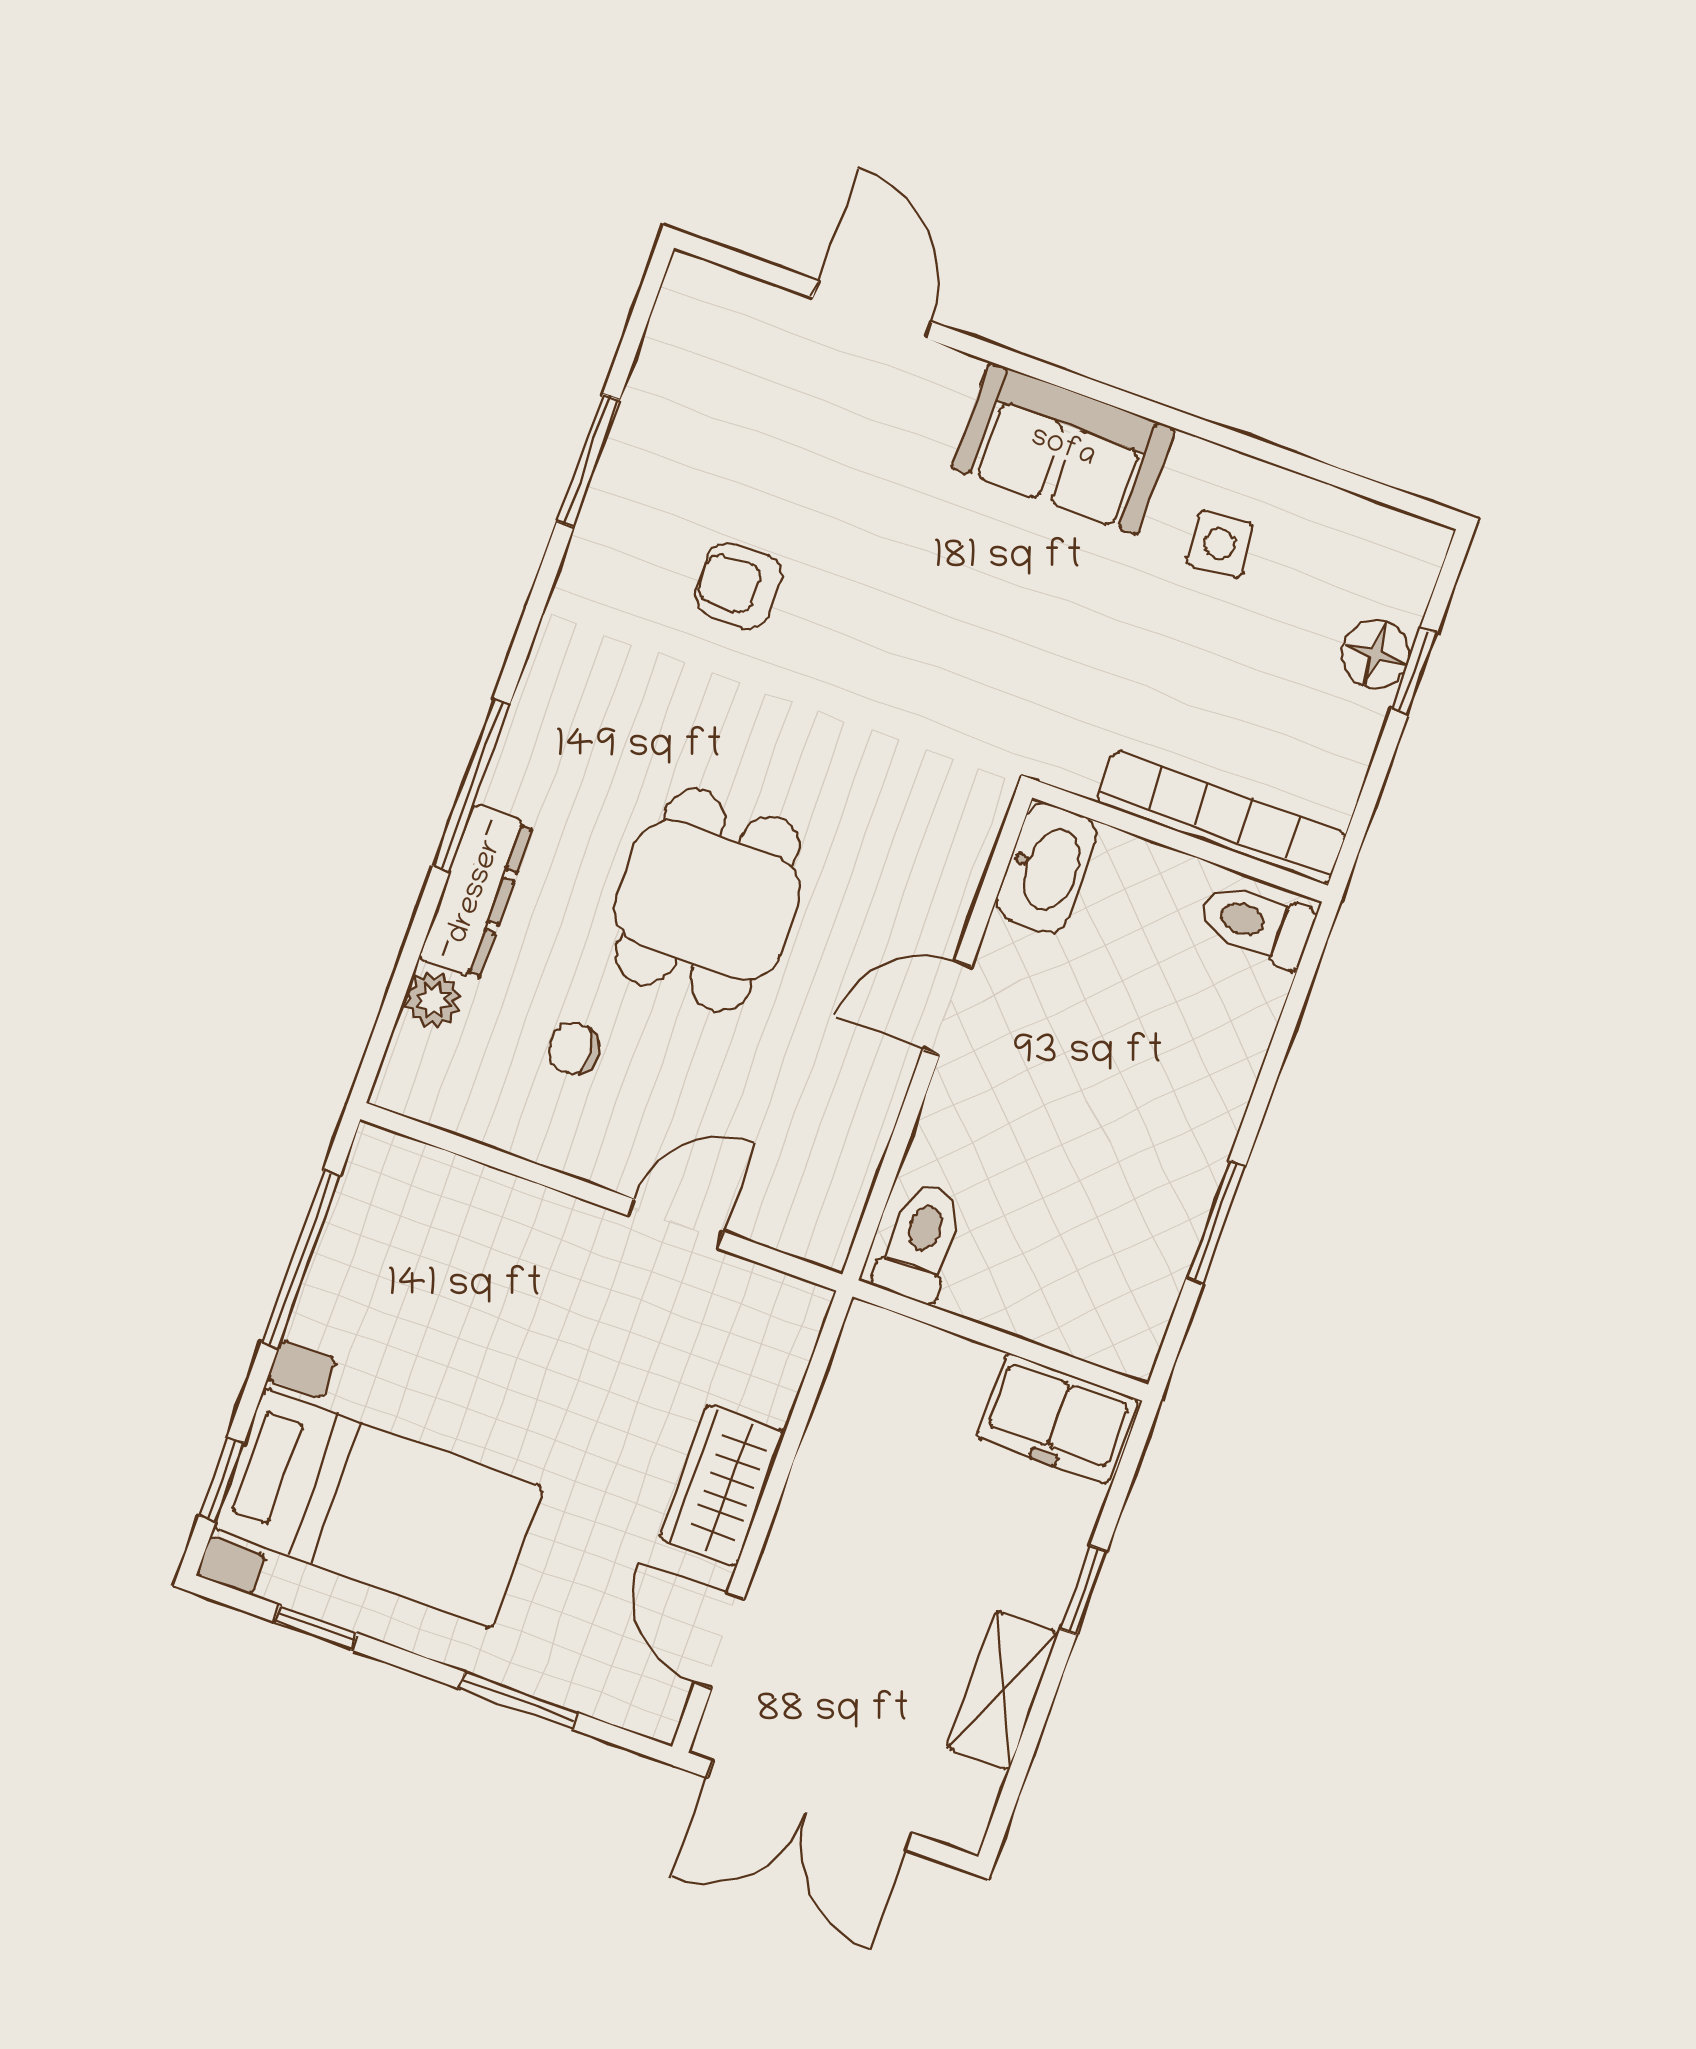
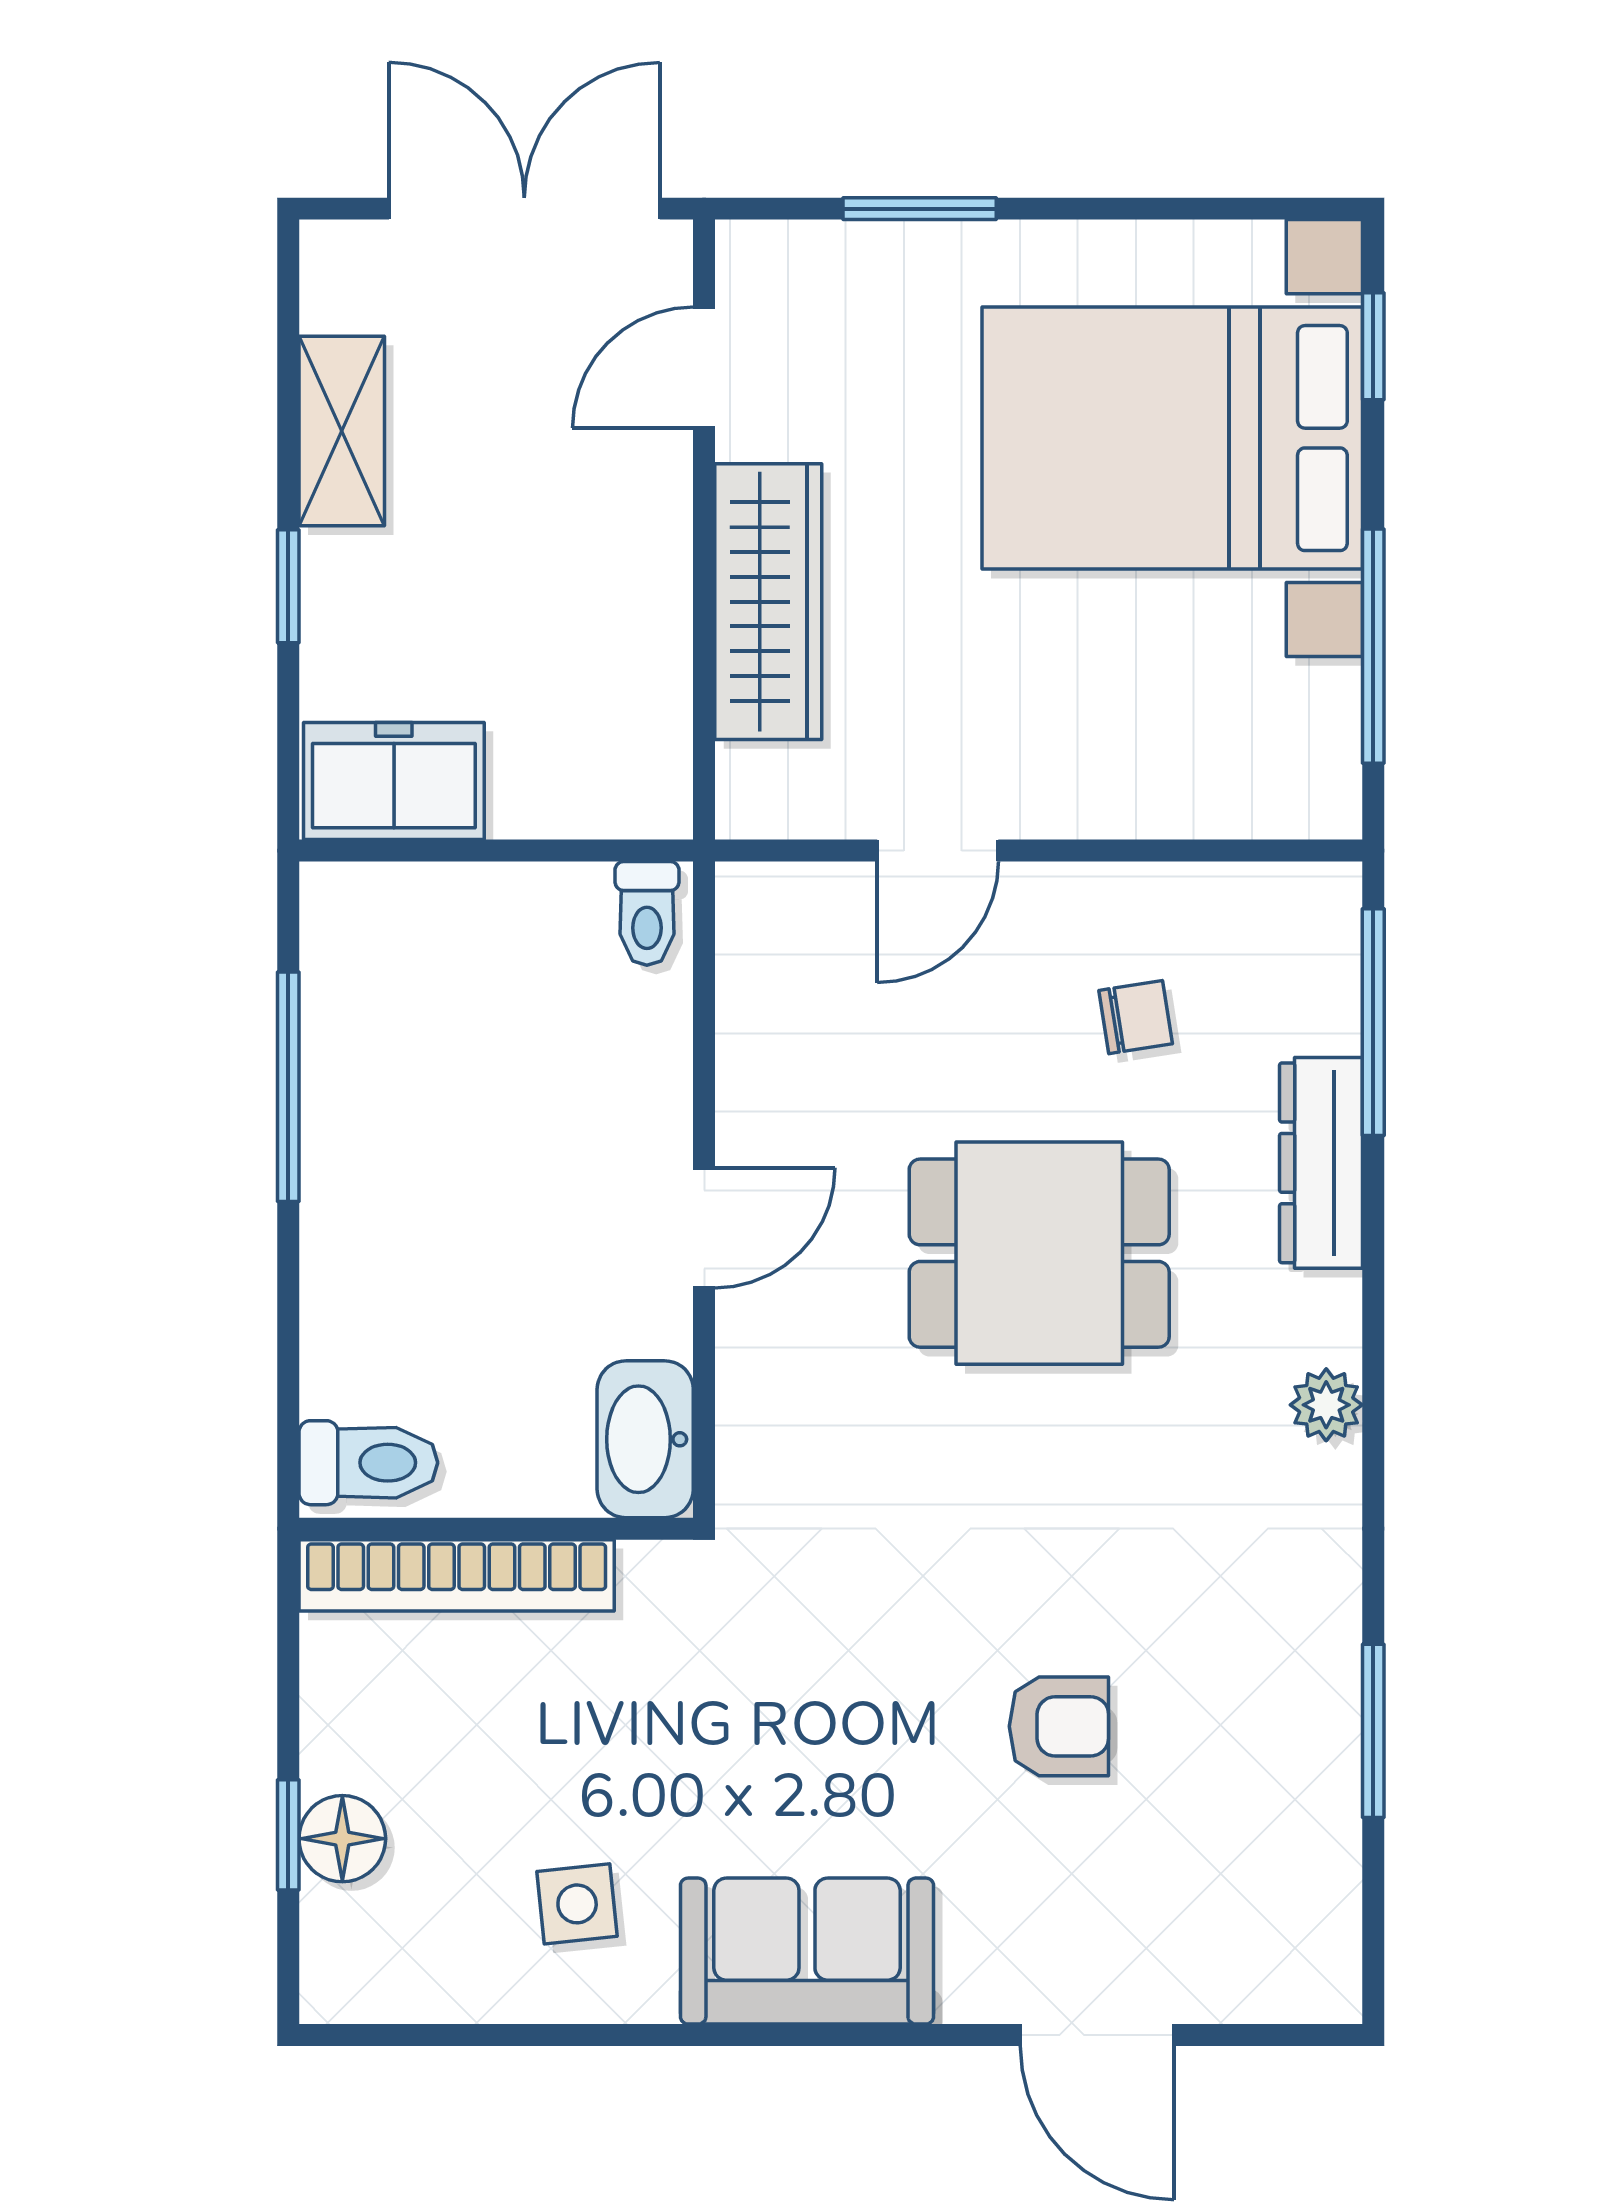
armchair: (738, 586) -> (1059, 1726), moved
window: (471, 785) -> (1373, 1022), moved
dining table: (707, 900) -> (1039, 1253), turned 90
plant: (433, 1000) -> (1326, 1405), moved
window: (1216, 1222) -> (288, 1087), width x1.44
toilet: (920, 1243) -> (647, 913), width x0.73, depth x0.72
wardrobe: (722, 1485) -> (768, 602), width x1.50
bed with nightstands: (378, 1508) -> (1172, 438), width x1.36
window: (316, 1628) -> (1196, 209), removed
door: (719, 1641) -> (704, 368), swing flipped

